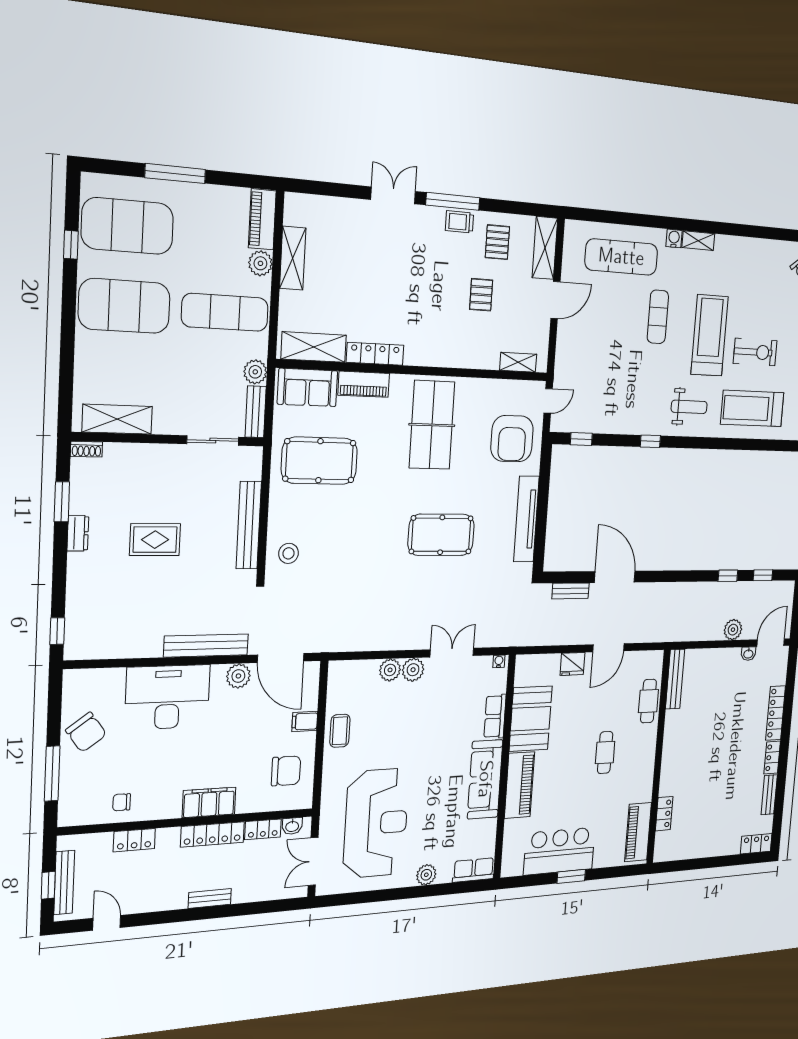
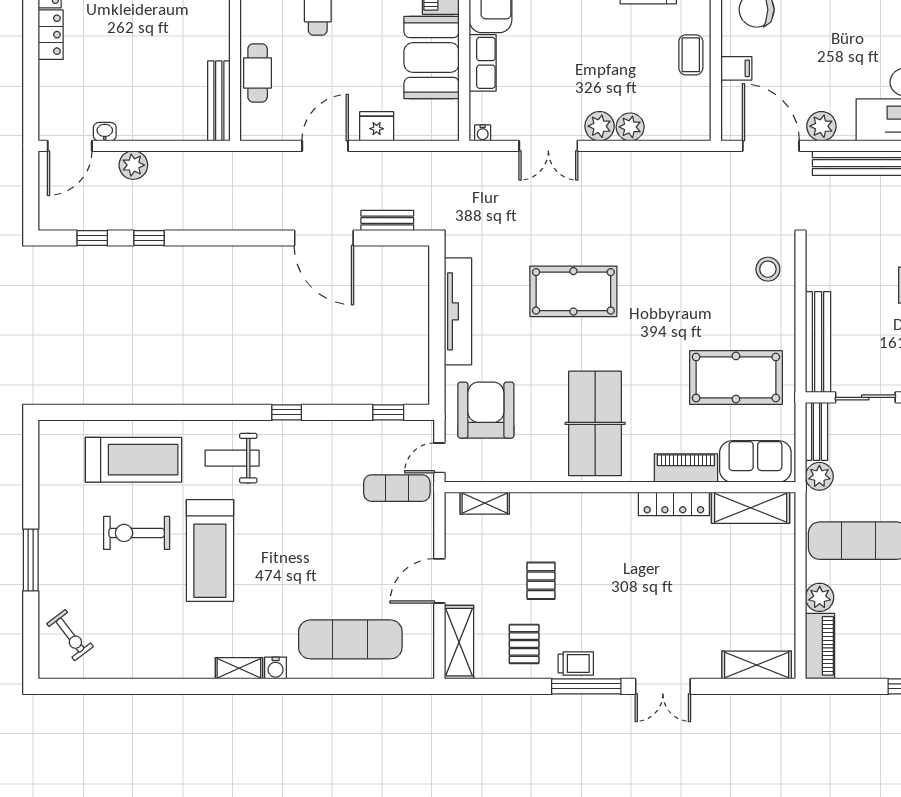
shelving: (293, 258) -> (757, 665), moved, turned 90
exercise mat: (658, 317) -> (397, 488), moved, turned 90
bench: (249, 525) -> (818, 342), moved
locker: (776, 713) -> (51, 35), width x0.66

